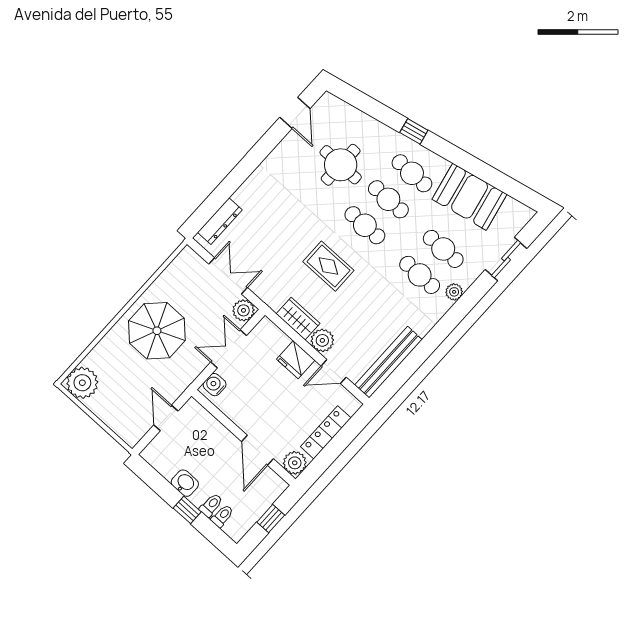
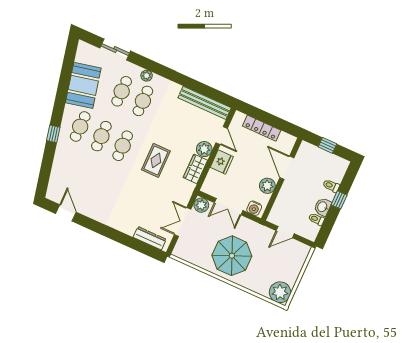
door: (295, 113) -> (66, 213), hinge flipped
round table: (341, 165) -> (89, 173), removed
door: (257, 450) -> (287, 168), swing flipped
plant: (295, 463) -> (267, 186), moved
toilet: (222, 516) -> (316, 219), moved

